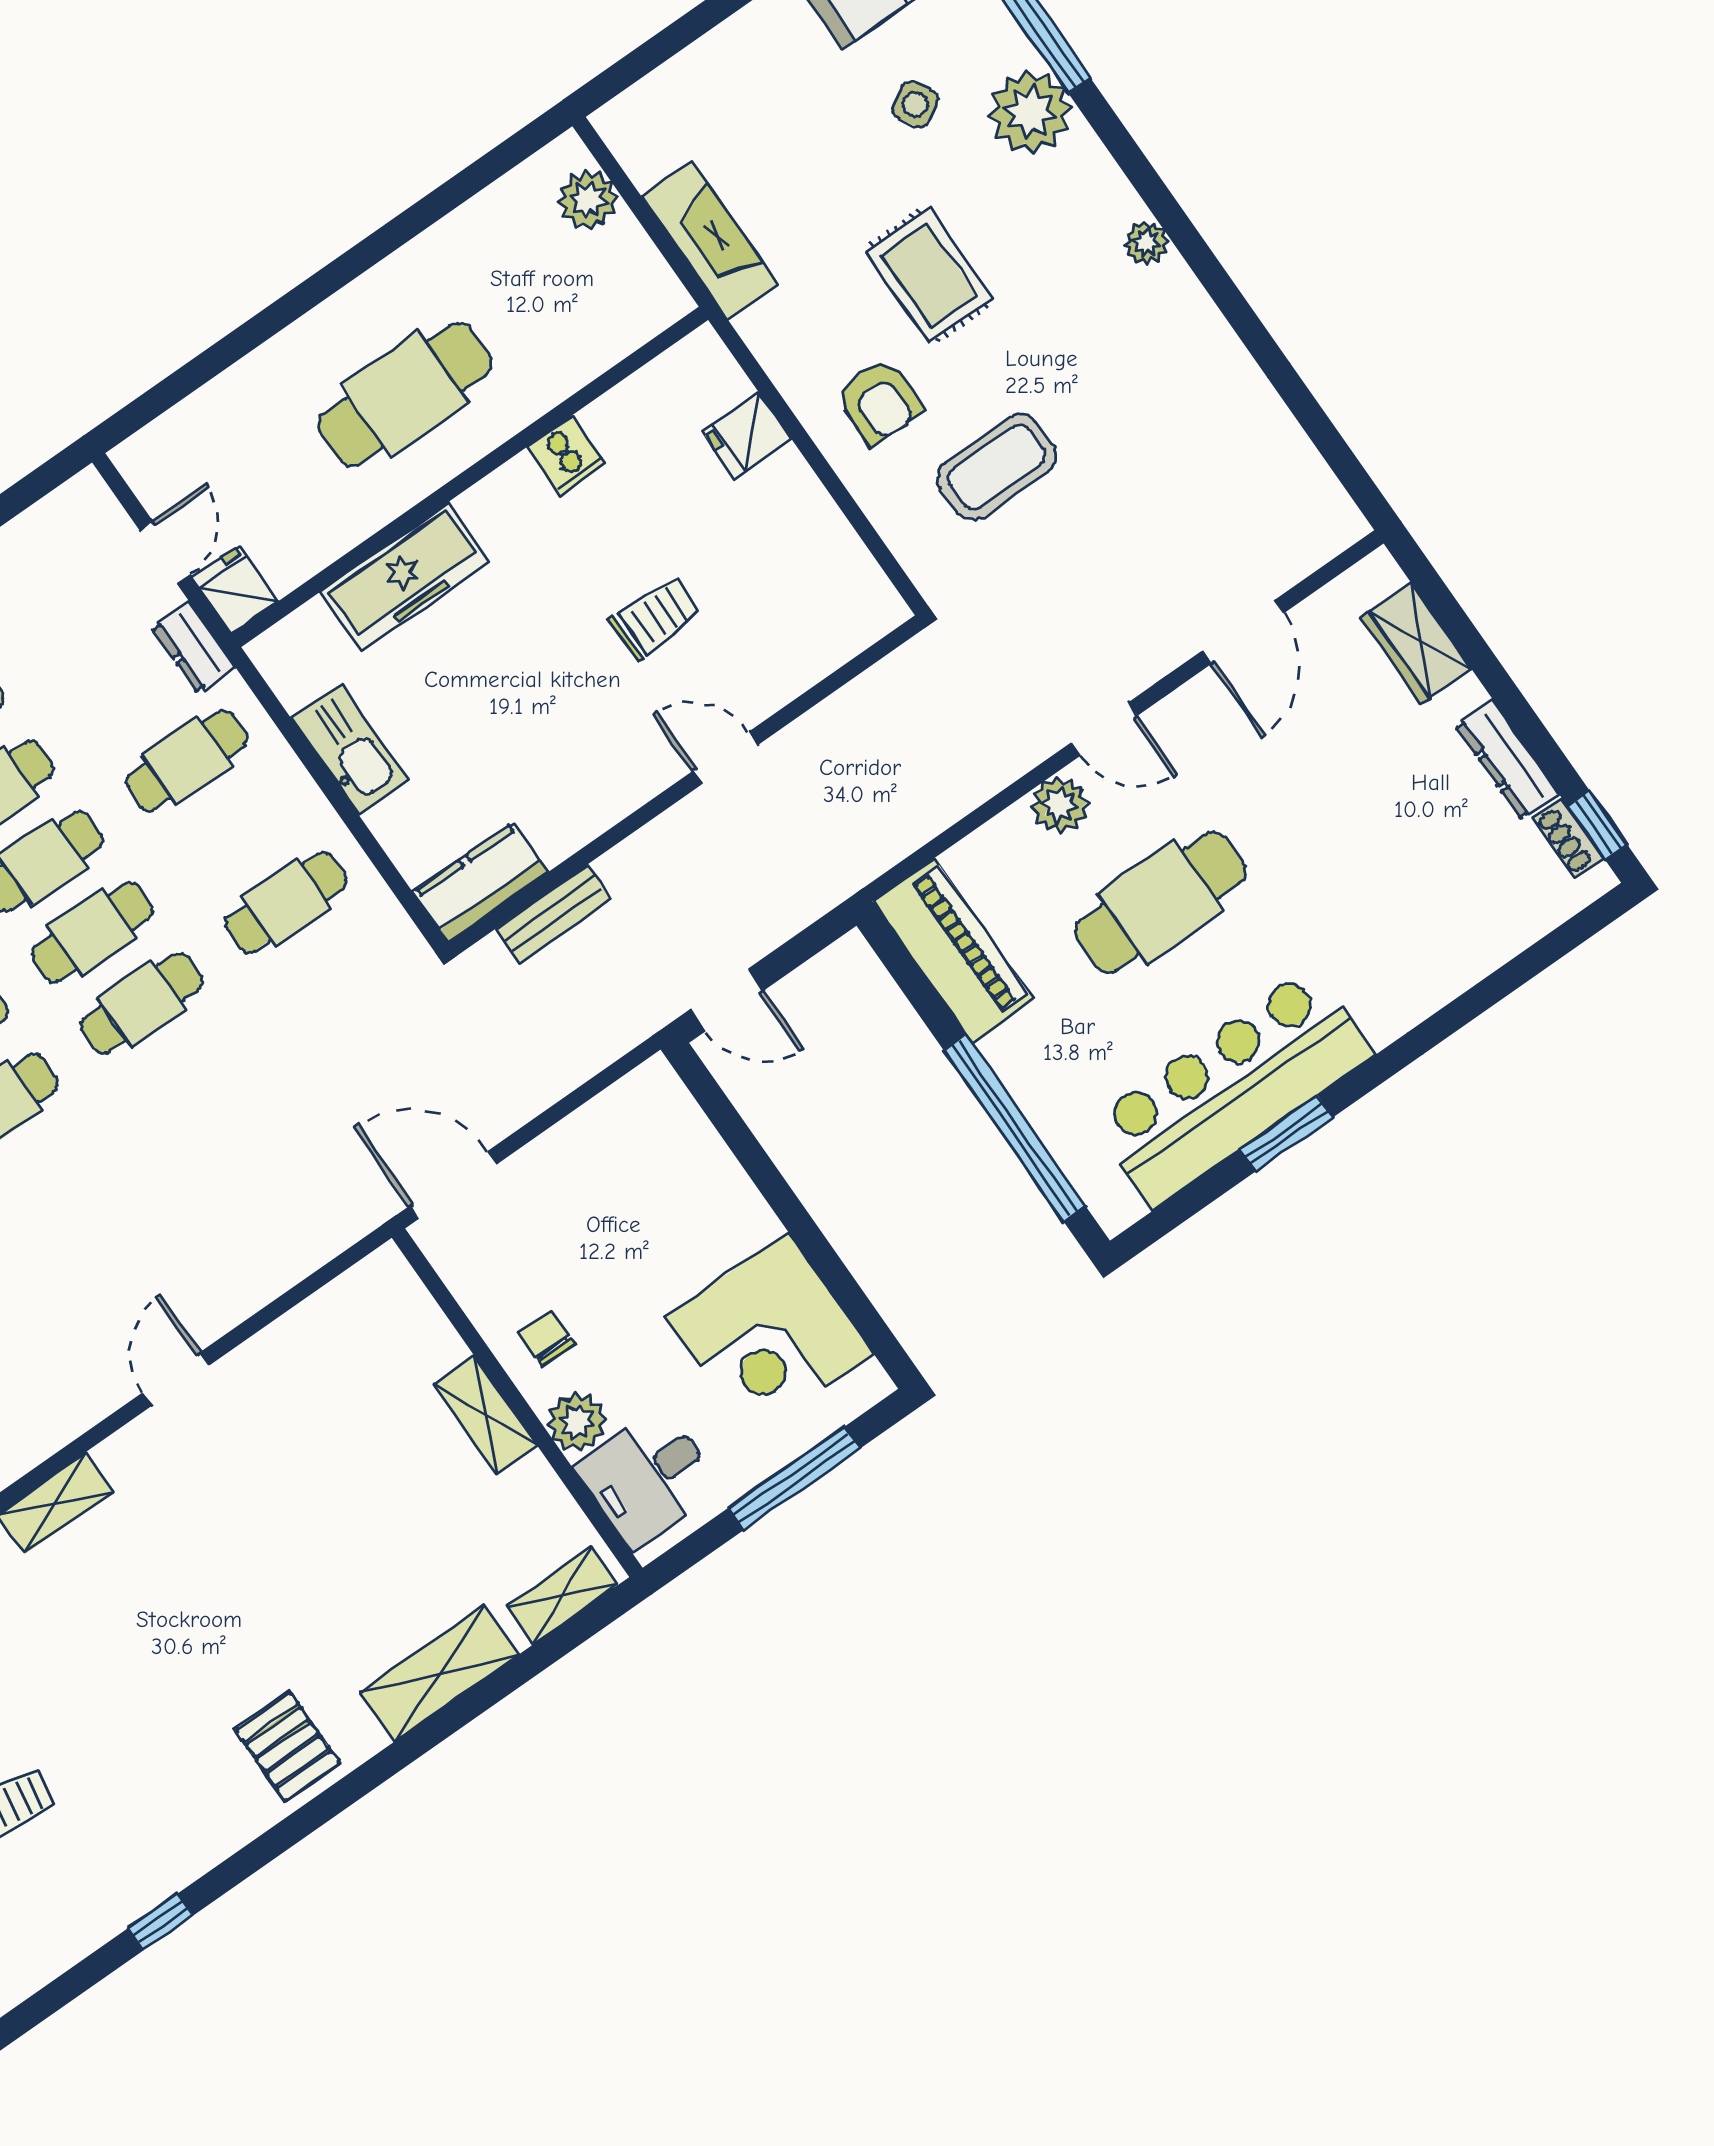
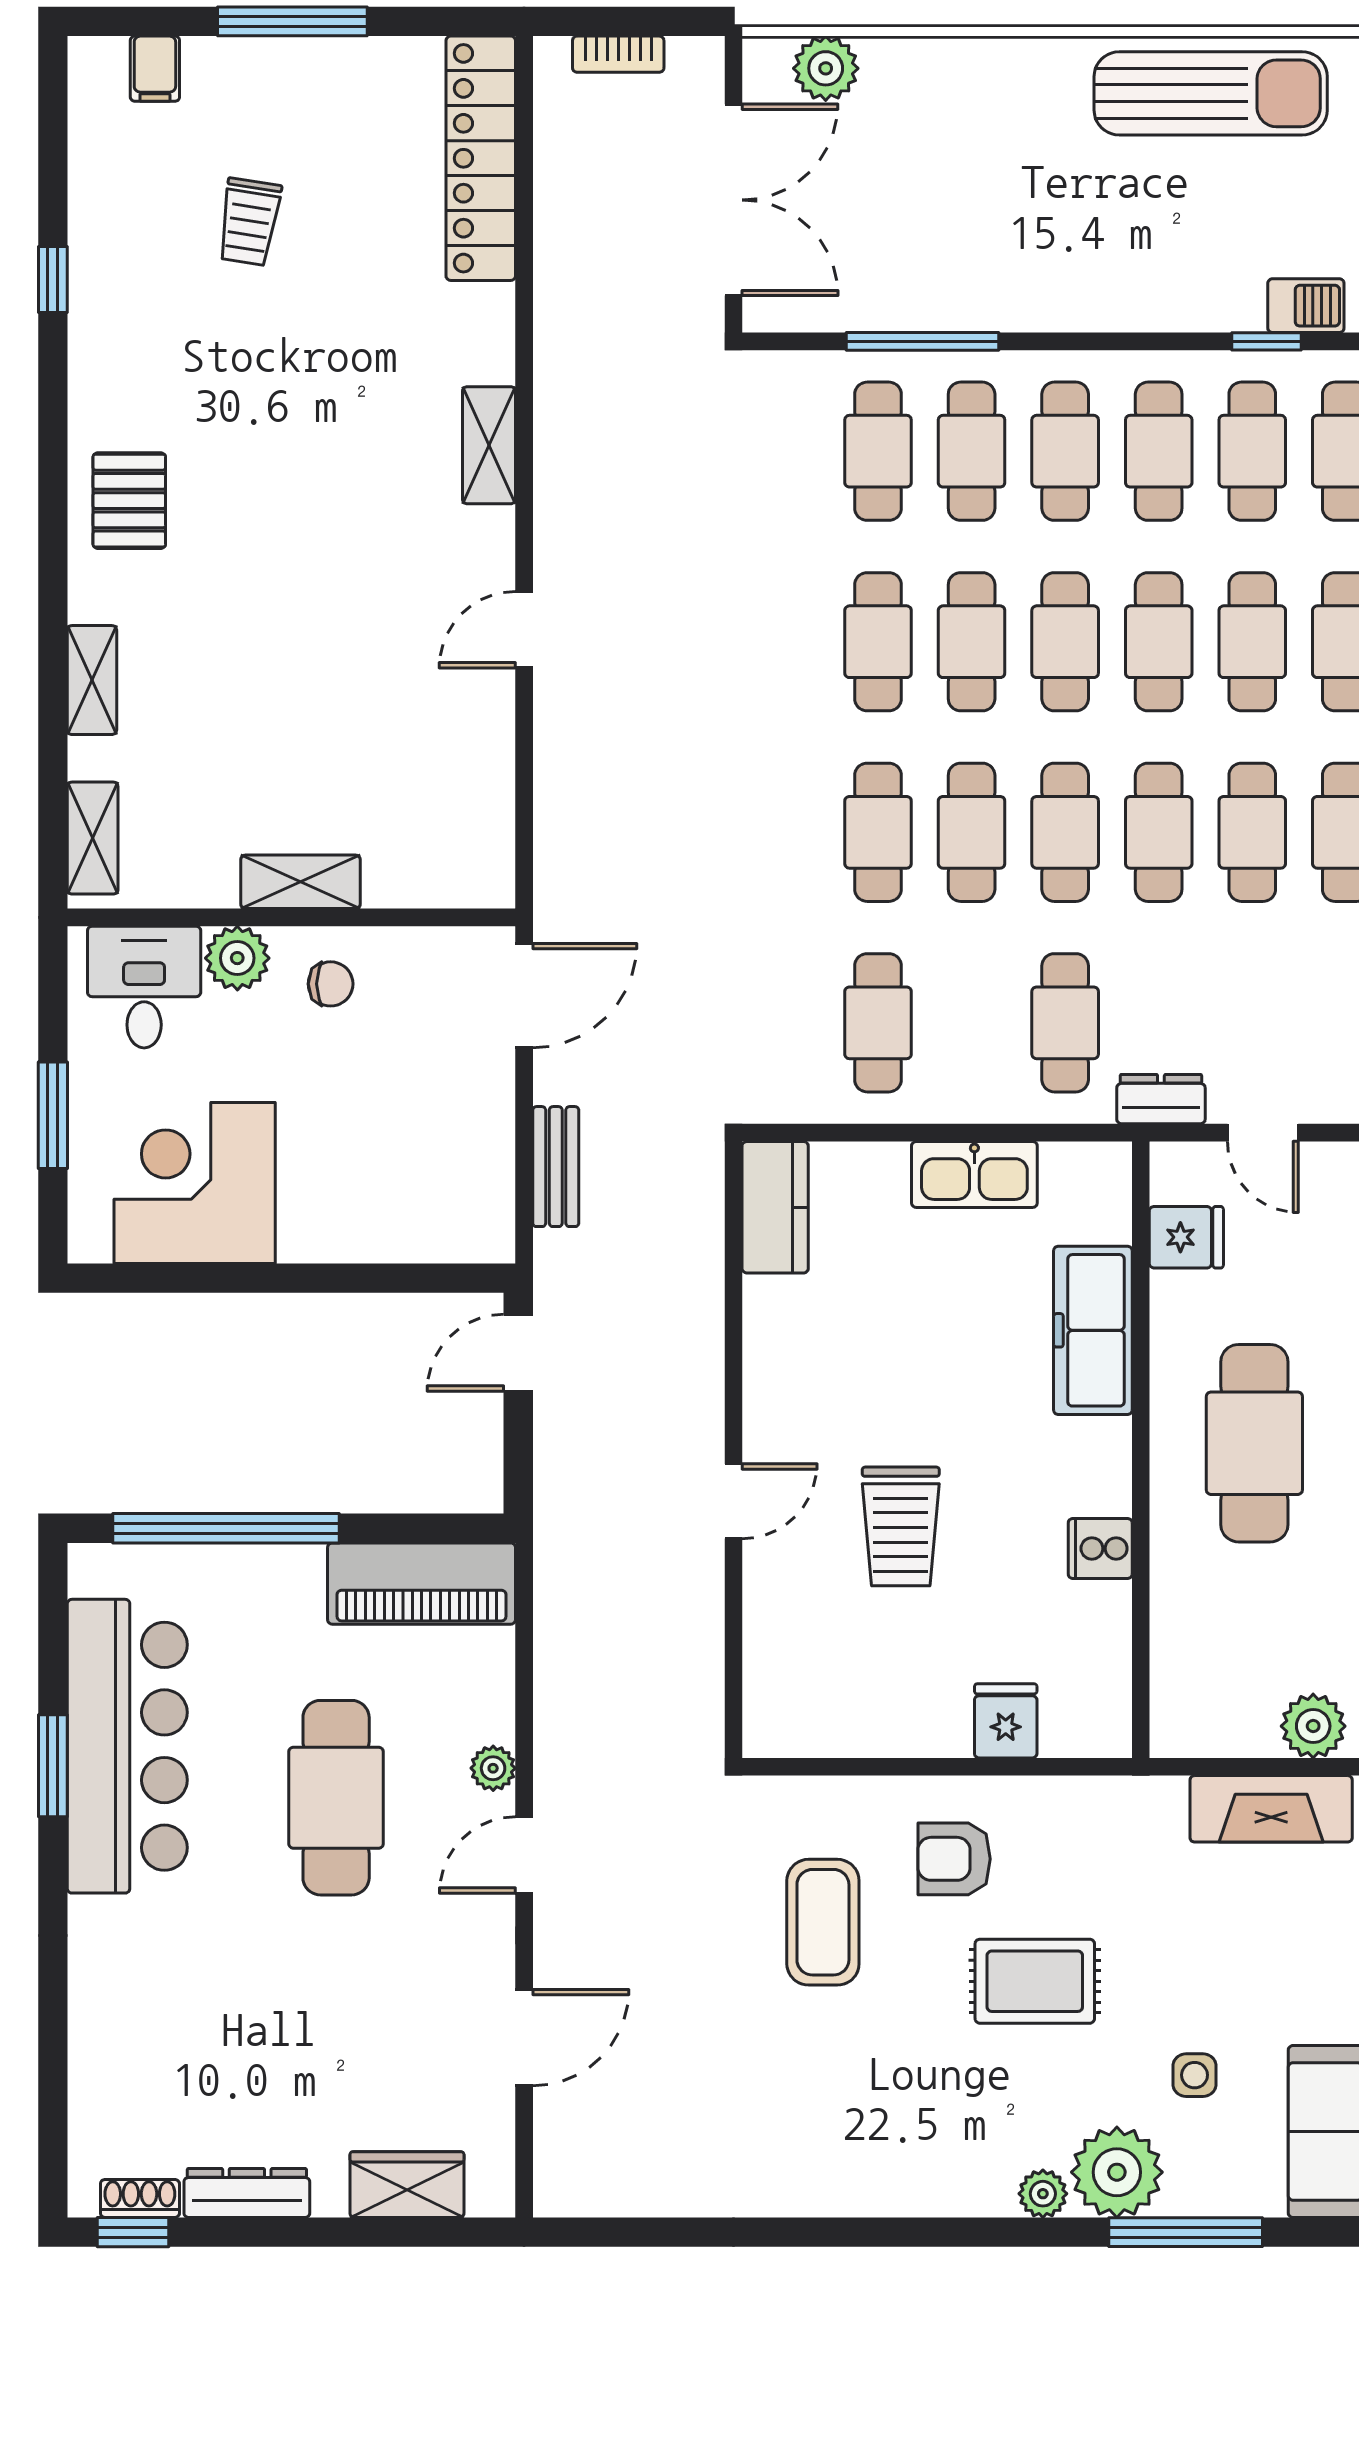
side table: (915, 104) -> (1195, 2075), turned 31
fireplace: (710, 241) -> (1271, 1809), moved
plant: (1146, 243) -> (1043, 2194), moved
fridge: (236, 590) -> (1186, 1237), moved
trolley: (655, 618) -> (901, 1526), width x1.36, depth x1.39
door: (1243, 632) -> (524, 2038), swing flipped
plant: (1059, 805) -> (493, 1768), width x0.73, depth x0.73
bench: (554, 914) -> (556, 1167), moved
door: (176, 1379) -> (524, 630), swing flipped
window: (794, 1479) -> (53, 1115), width x0.69
shelving: (439, 1674) -> (92, 680), width x0.67, depth x0.75
pallet: (288, 1747) -> (129, 501), turned 90

